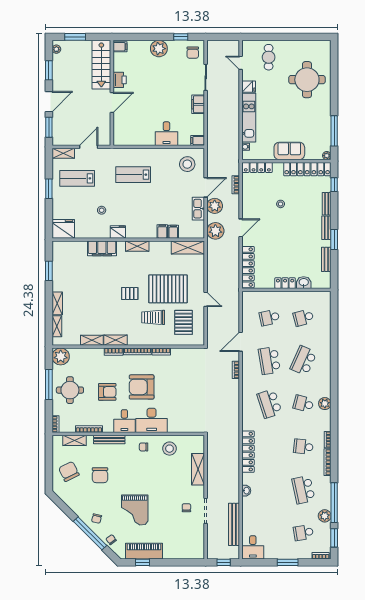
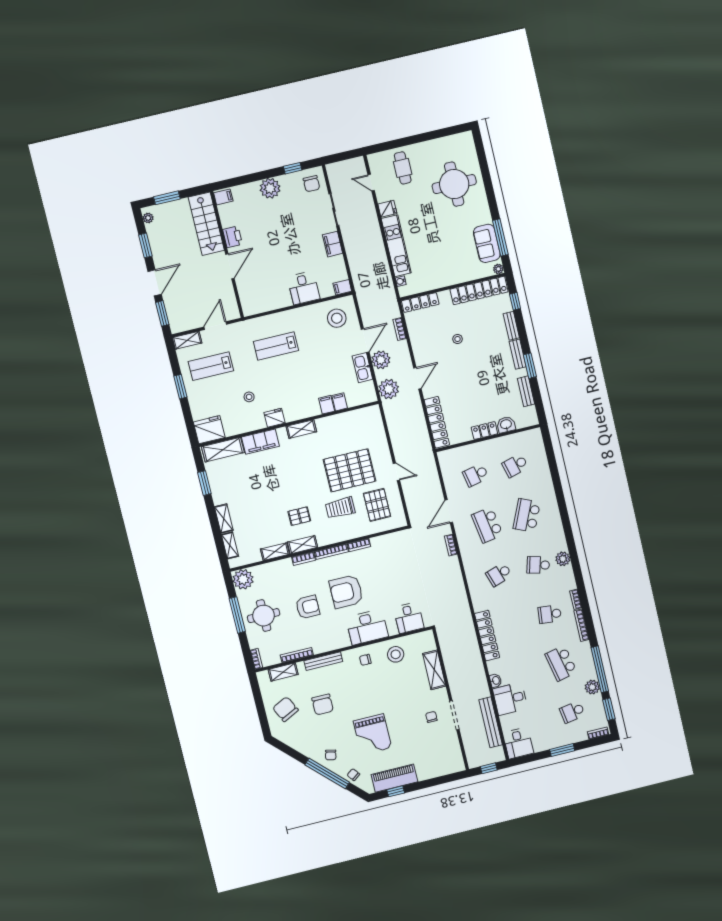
sofa: (289, 151) -> (487, 243), moved, turned -90
shelving: (188, 248) -> (223, 450), moved
pallet: (130, 294) -> (299, 516), moved
school desk: (269, 404) -> (499, 574), width x0.54
desk: (124, 421) -> (409, 618), moved
desk: (255, 509) -> (510, 699), added

